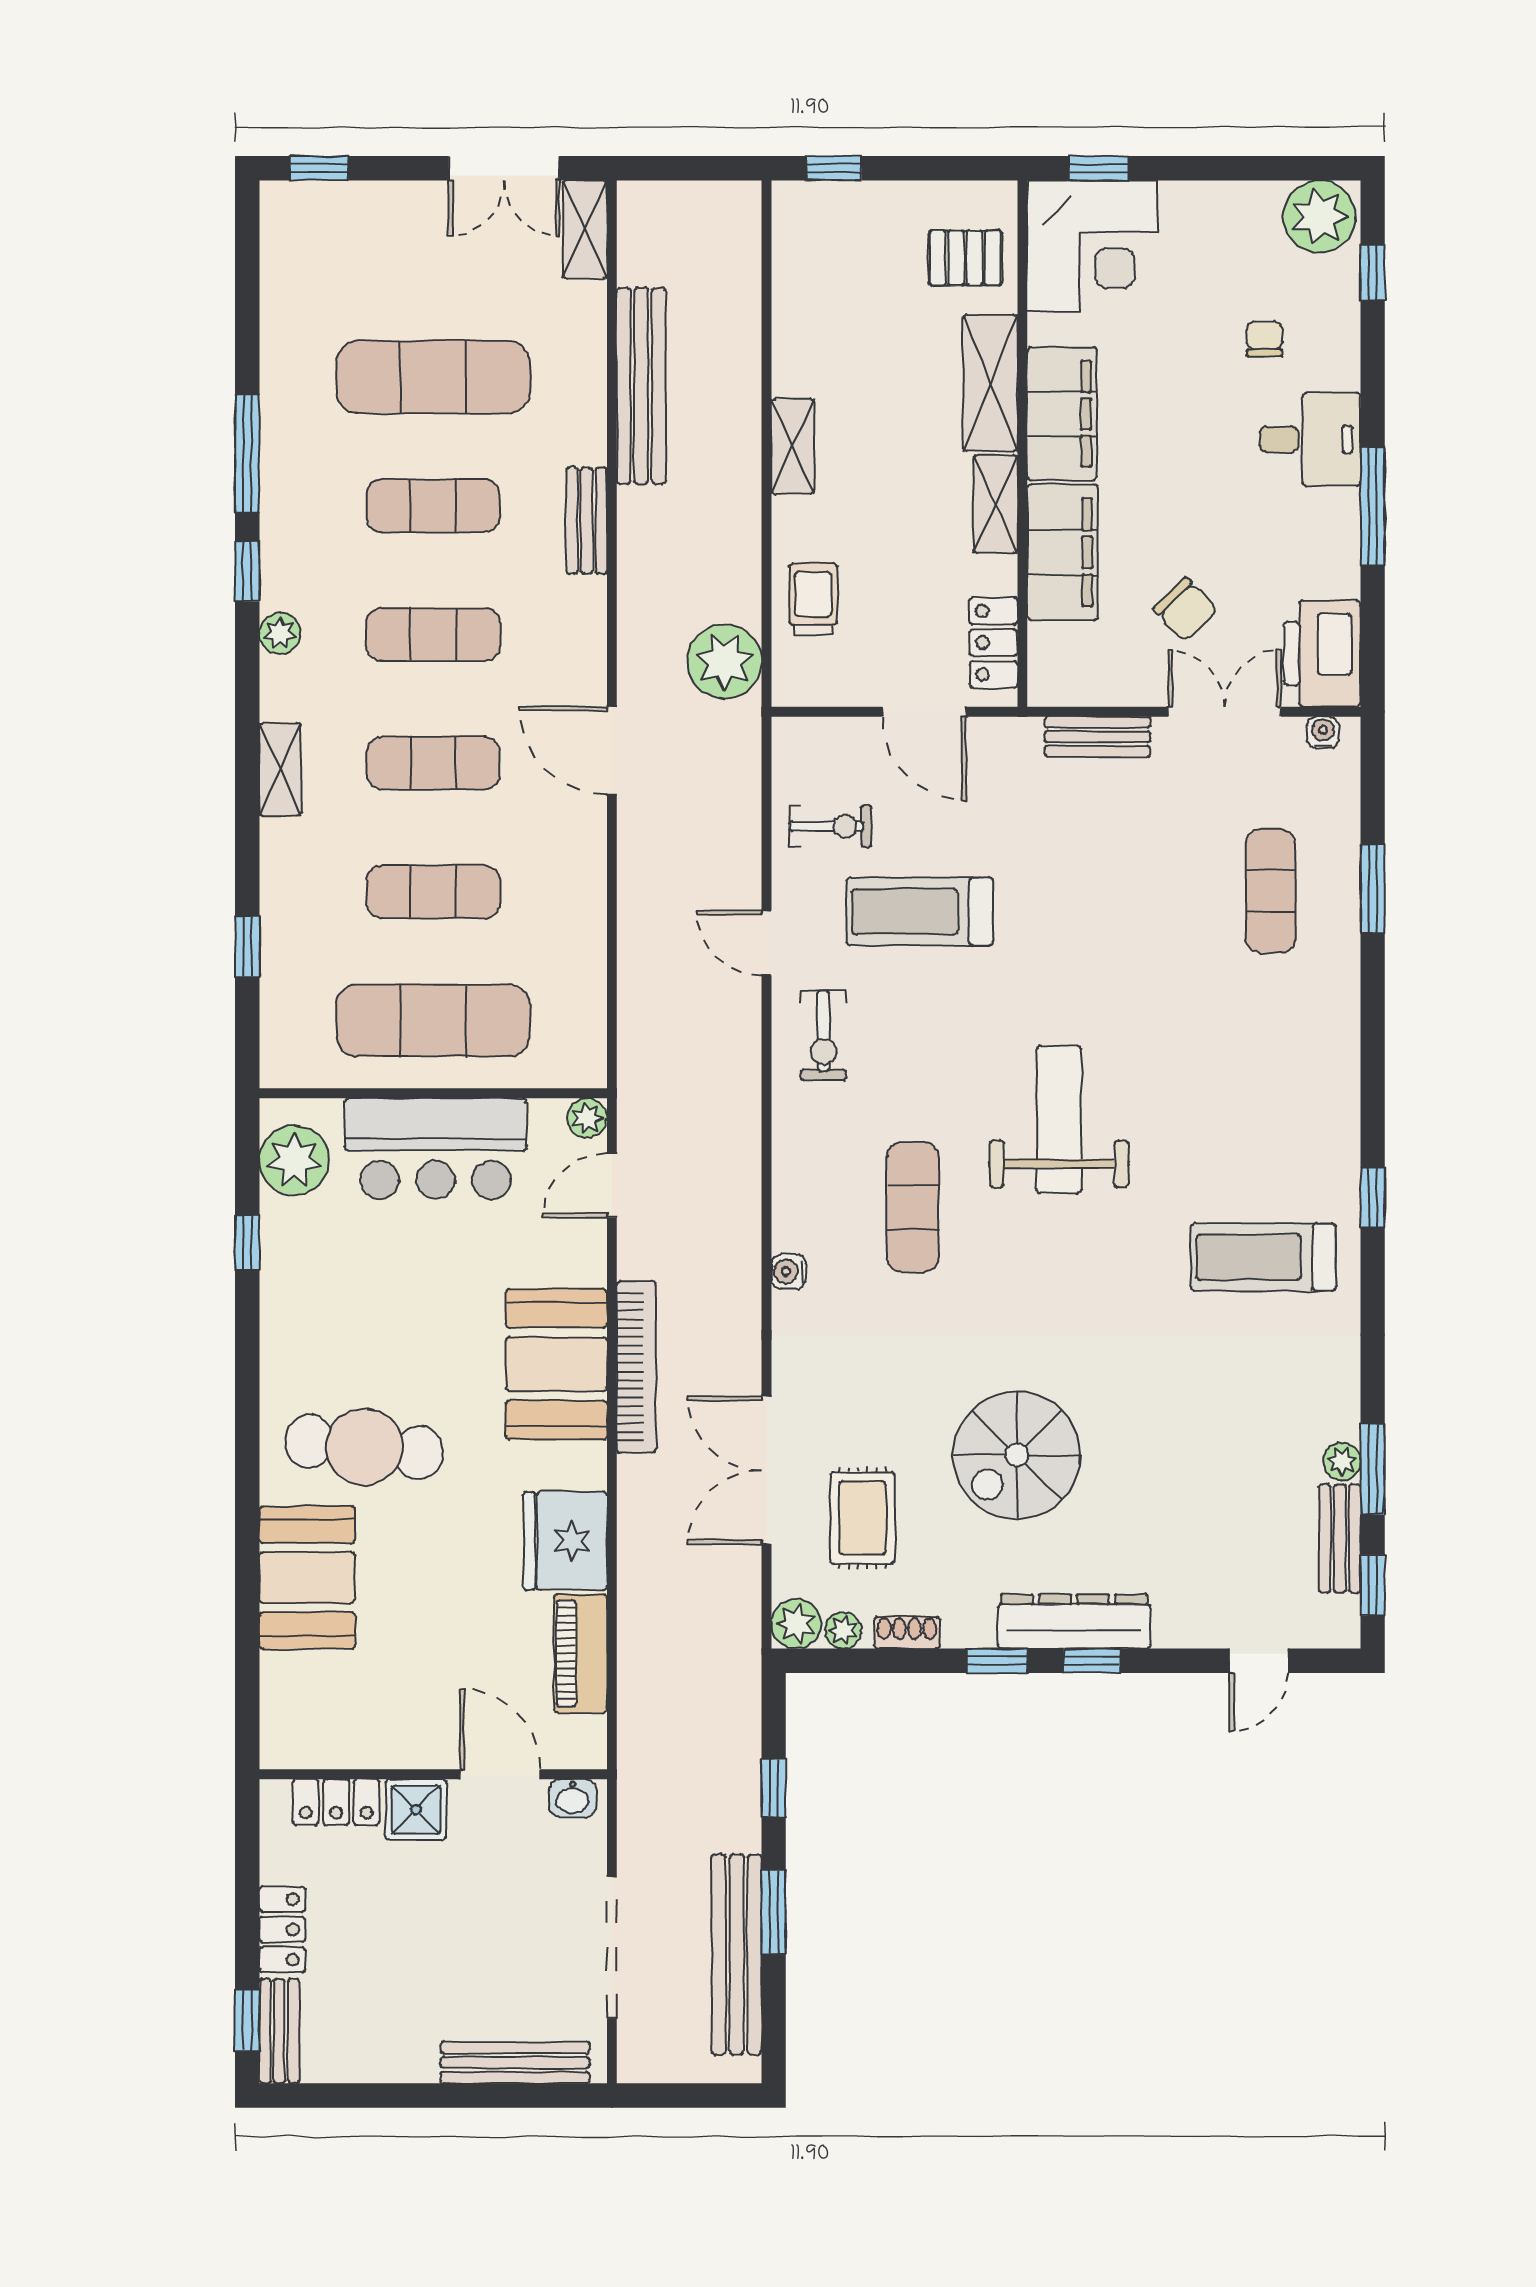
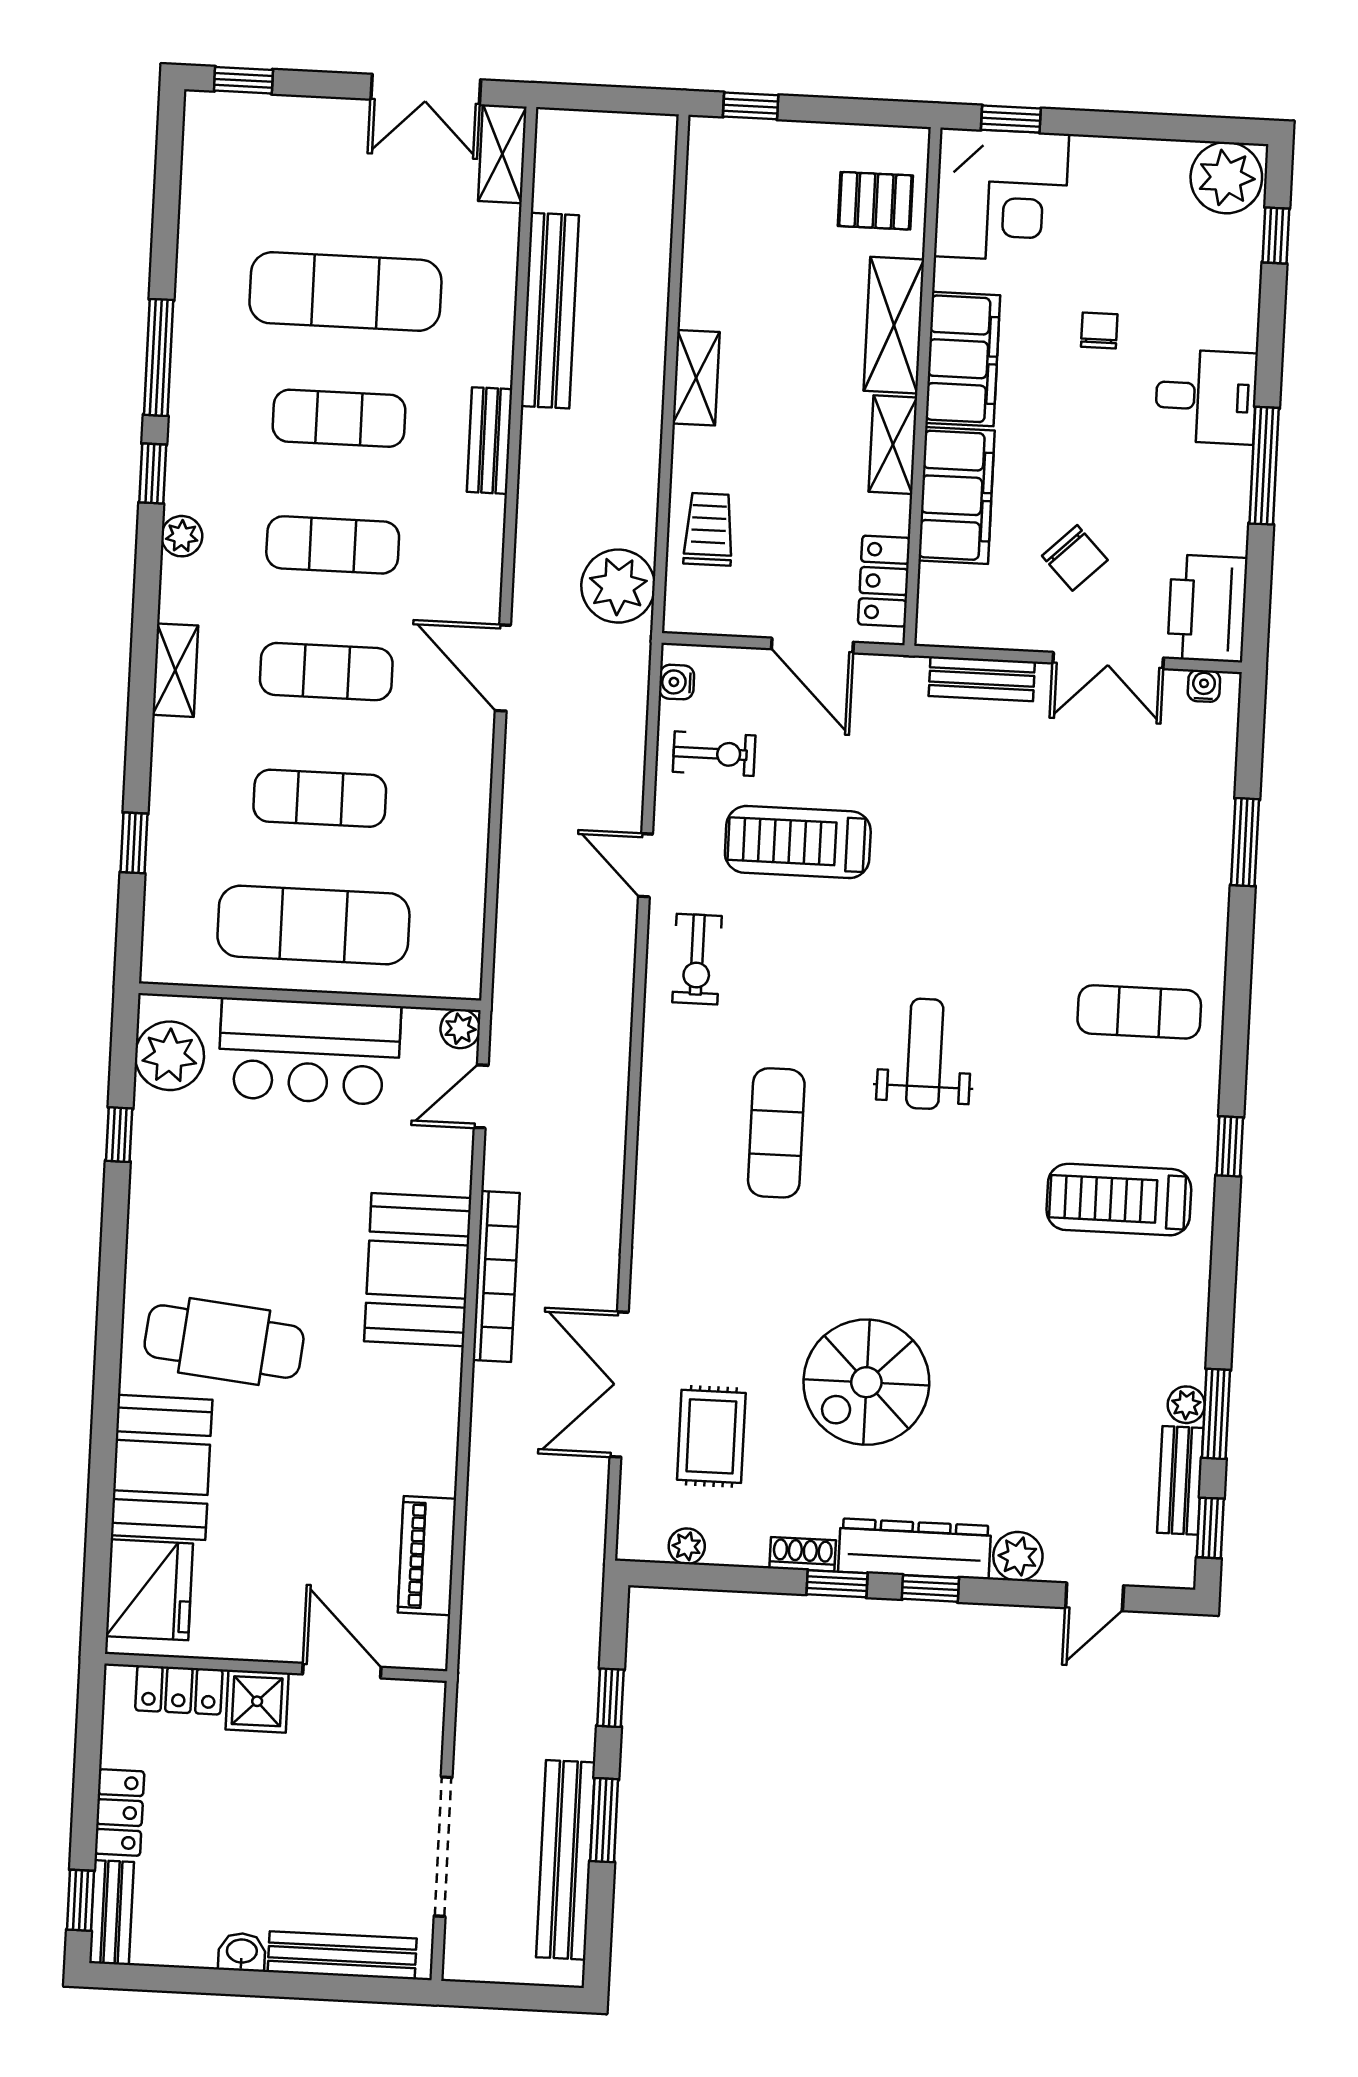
chair: (1265, 339) -> (1099, 331), moved
double door: (1225, 712) -> (1108, 660), swing flipped
exercise mat: (1271, 891) -> (1139, 1012), moved, turned 90
weight bench: (1059, 1119) -> (925, 1054), width x0.73, depth x0.75
water cooler: (789, 1272) -> (677, 682), moved
fridge: (565, 1541) -> (149, 1590), moved, turned 180
plant: (796, 1624) -> (1018, 1556), moved
shoe rack: (907, 1633) -> (803, 1554), moved
washbasin: (573, 1798) -> (242, 1952), moved, turned 180

